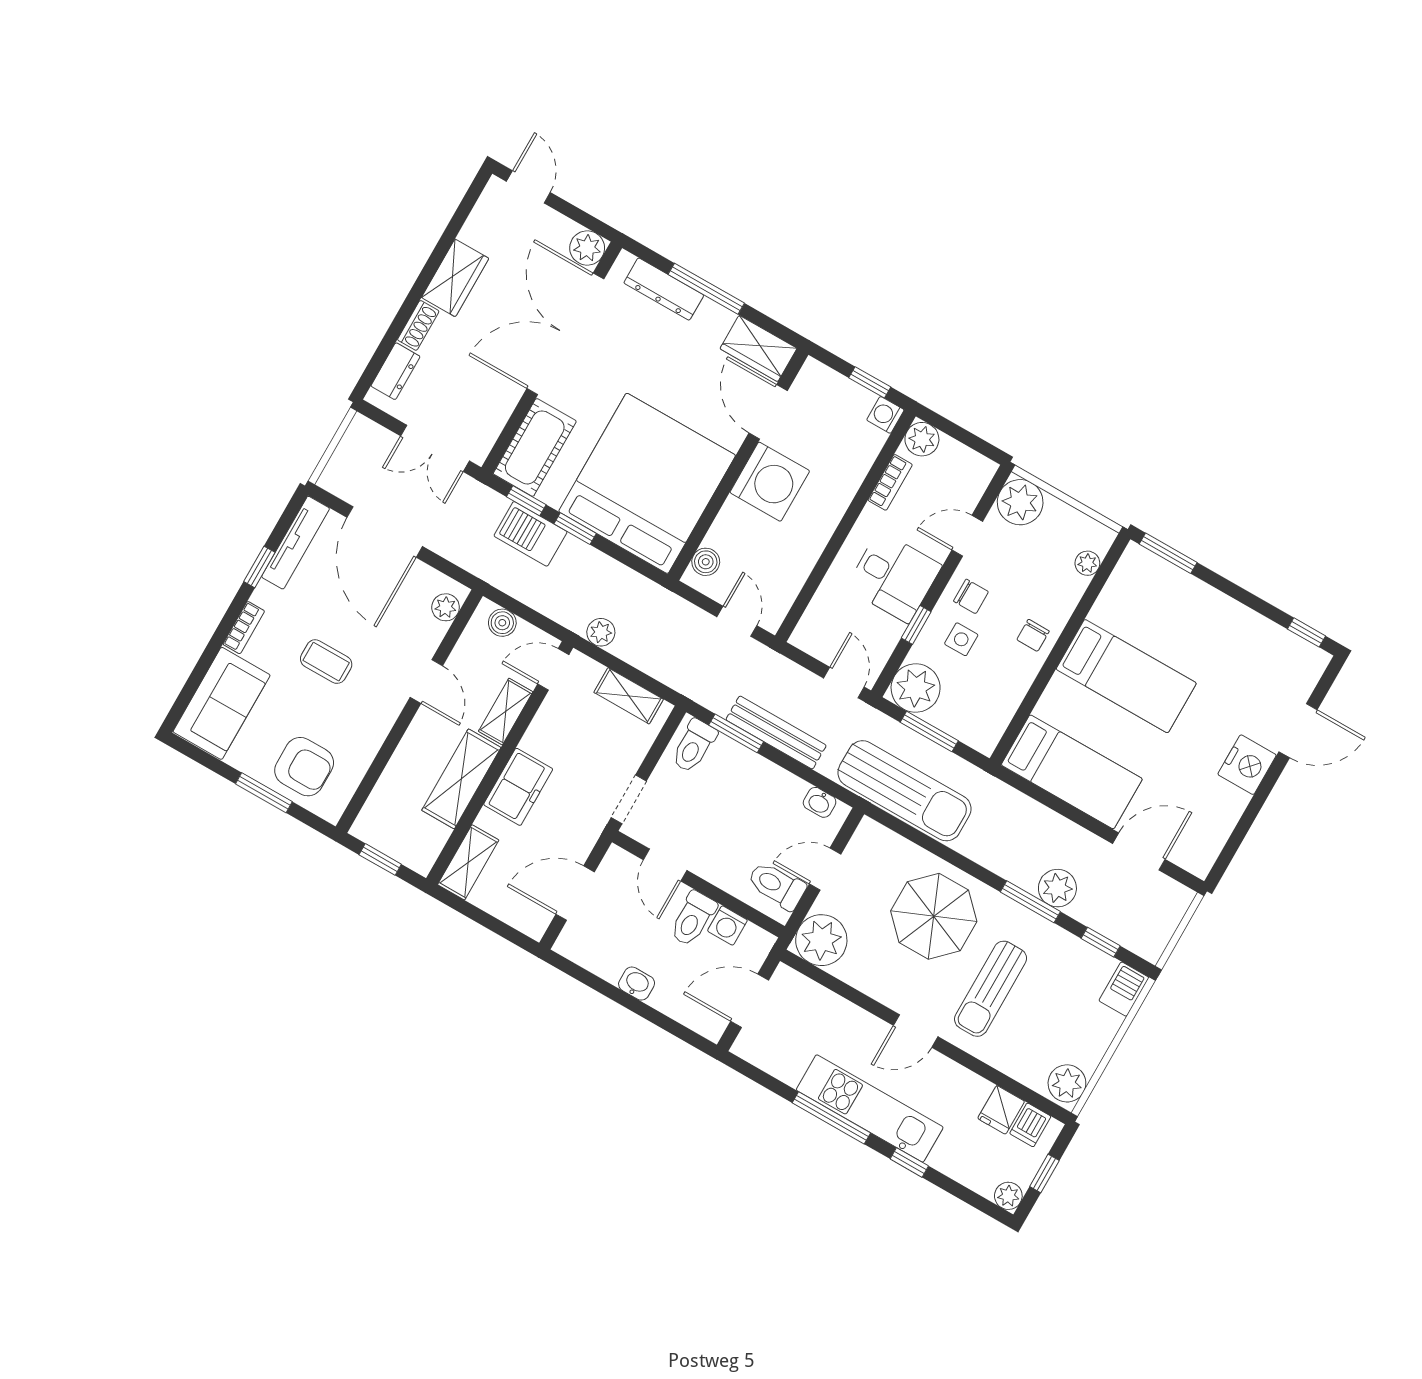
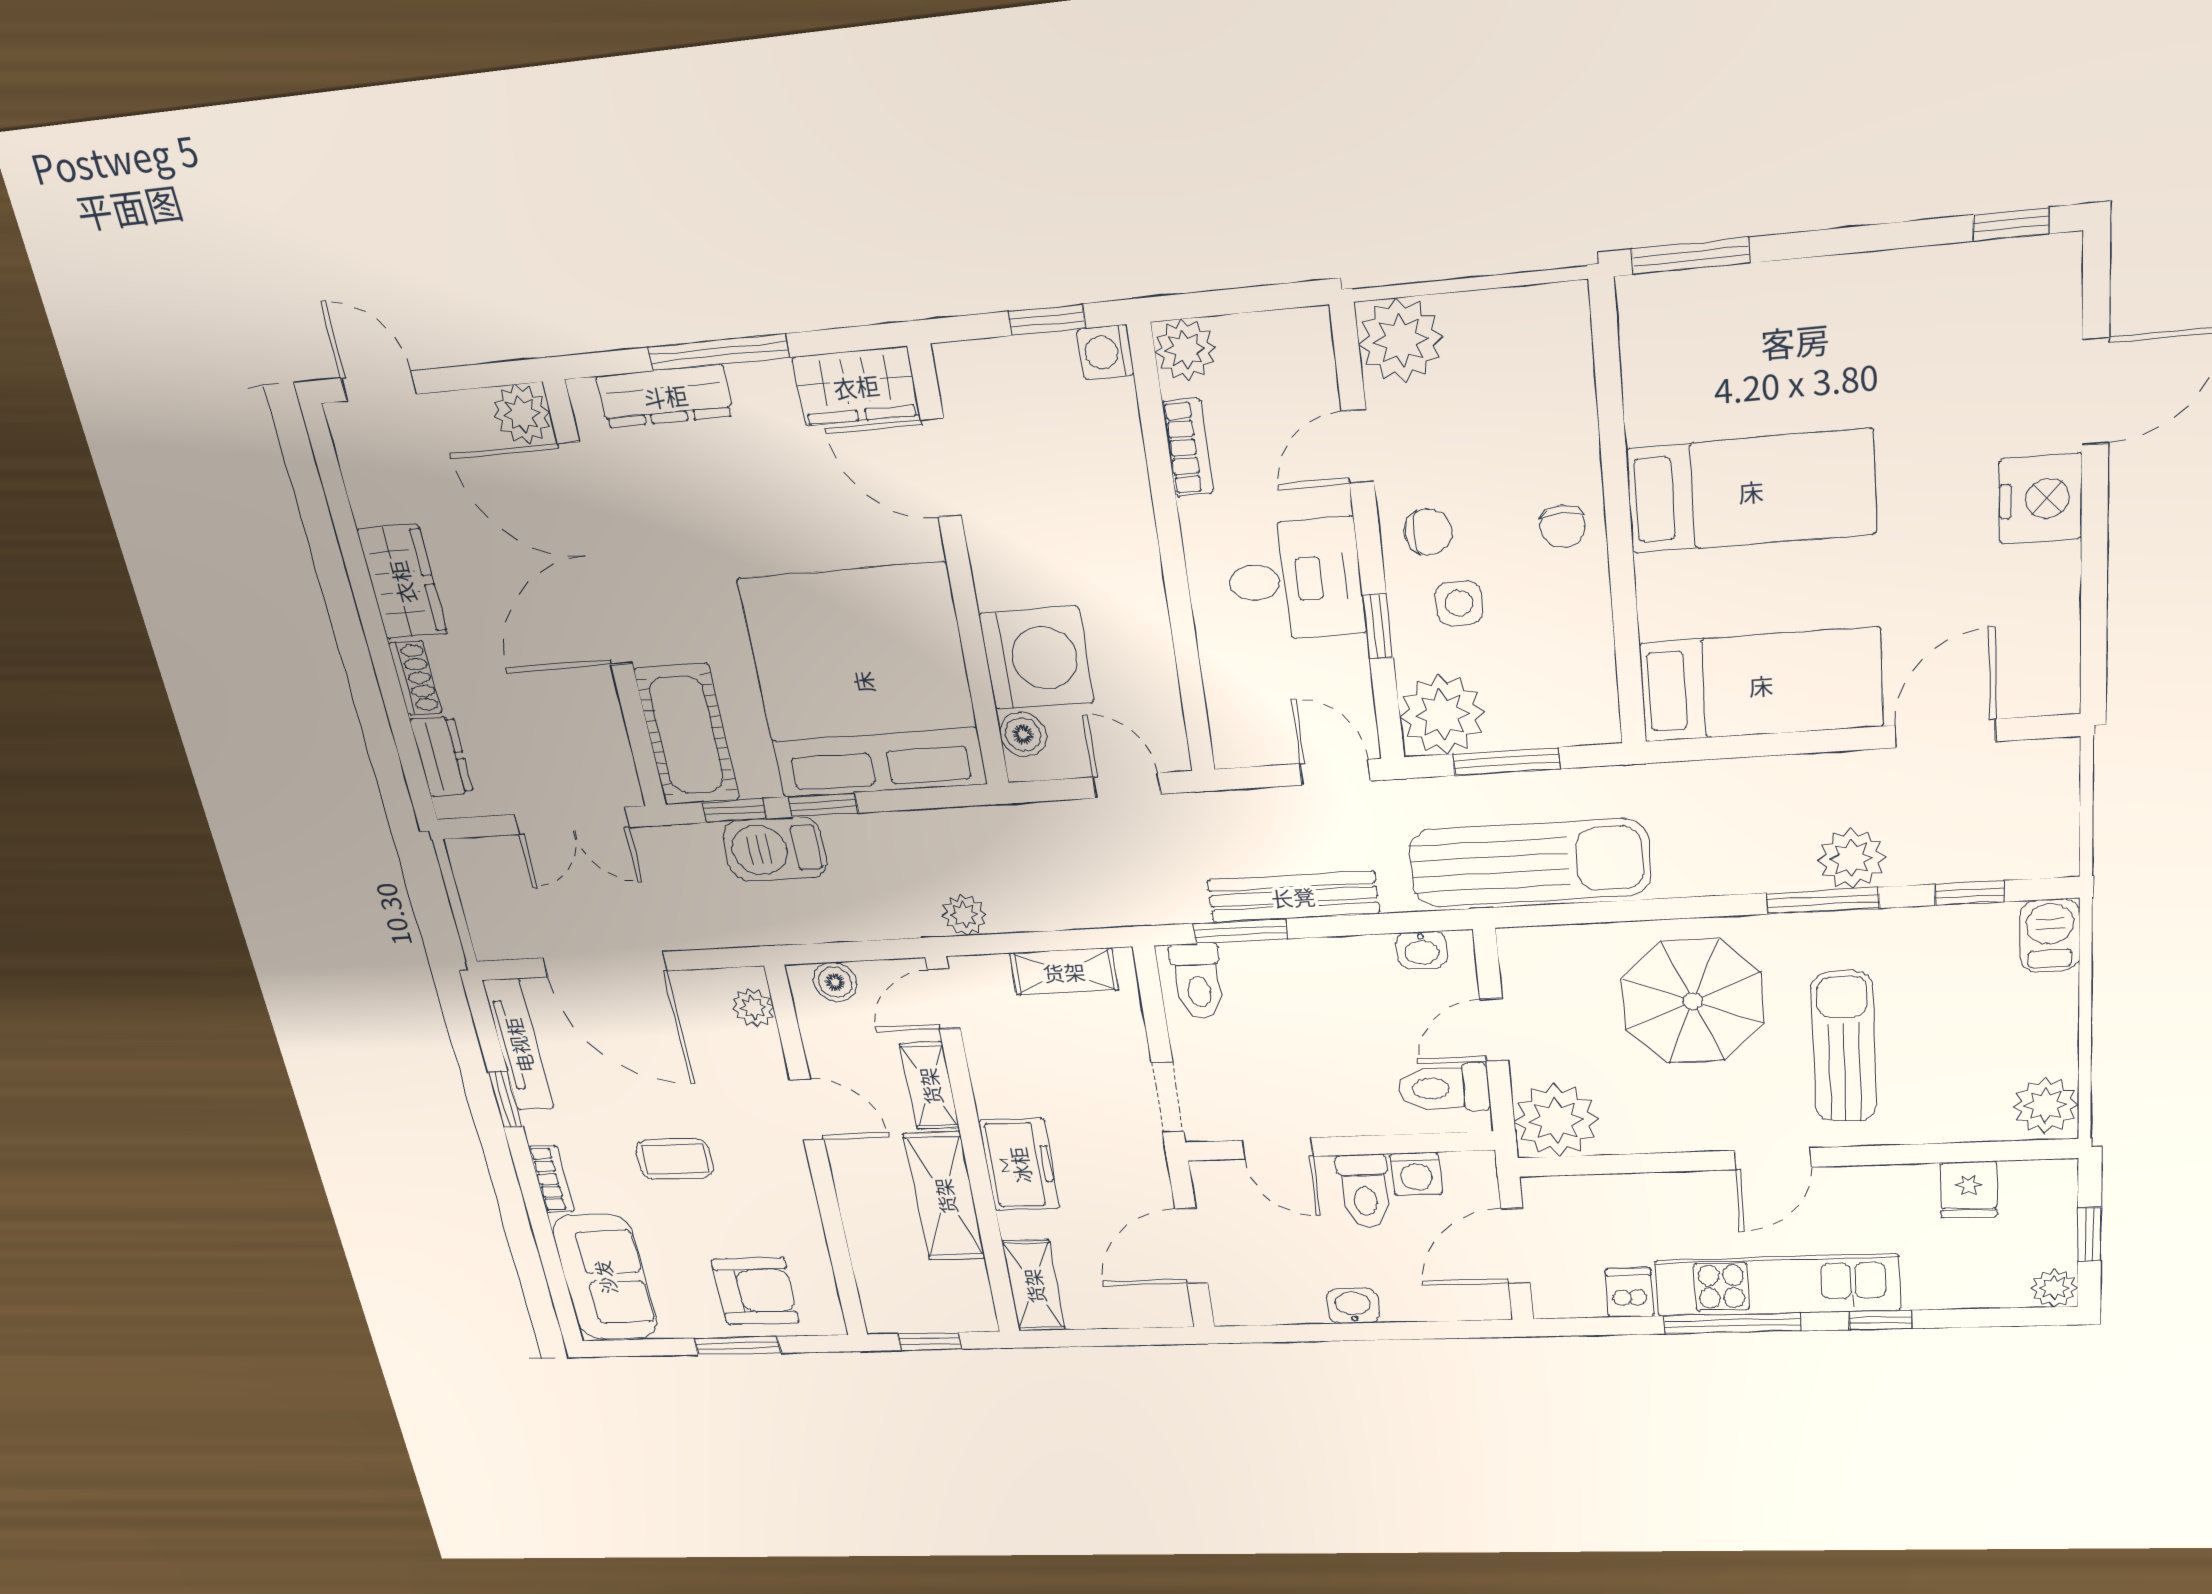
washing machine: (770, 482) -> (1036, 658), moved
plant: (1087, 563) -> (1571, 361), removed
sun lounger: (991, 989) -> (1844, 1047), turned 180
dishwasher: (1030, 1125) -> (1630, 1293), moved, turned 180

